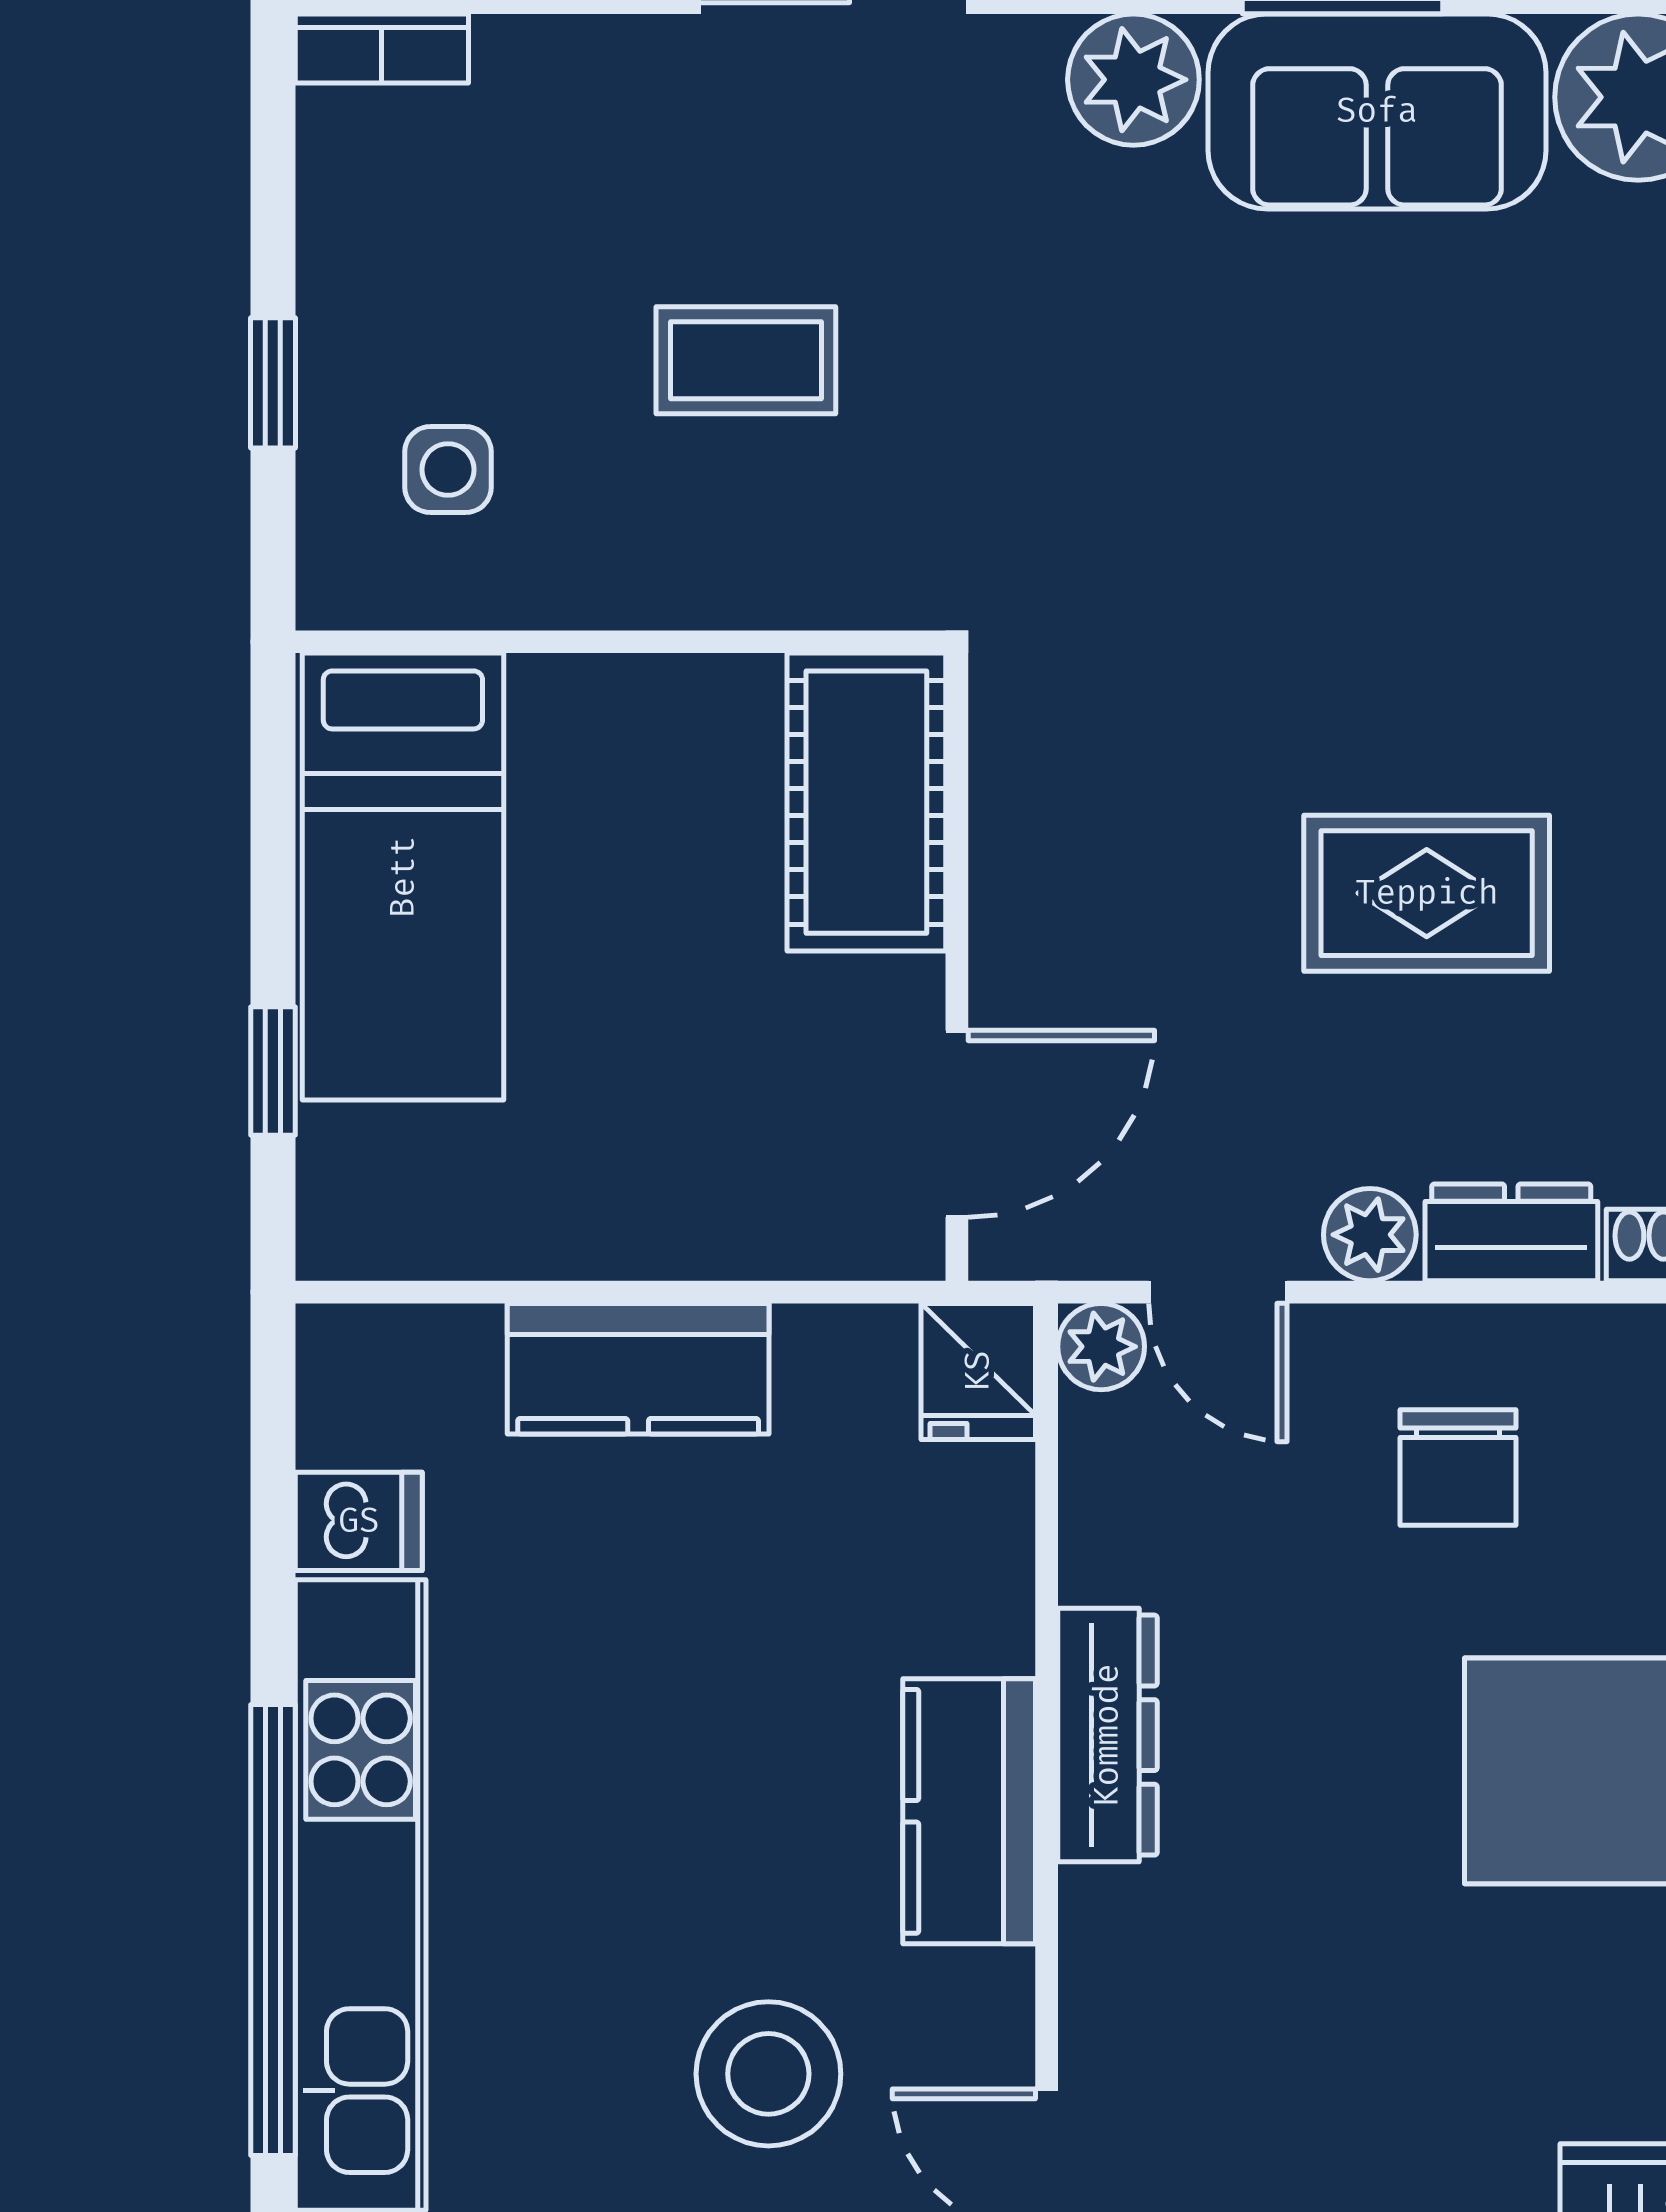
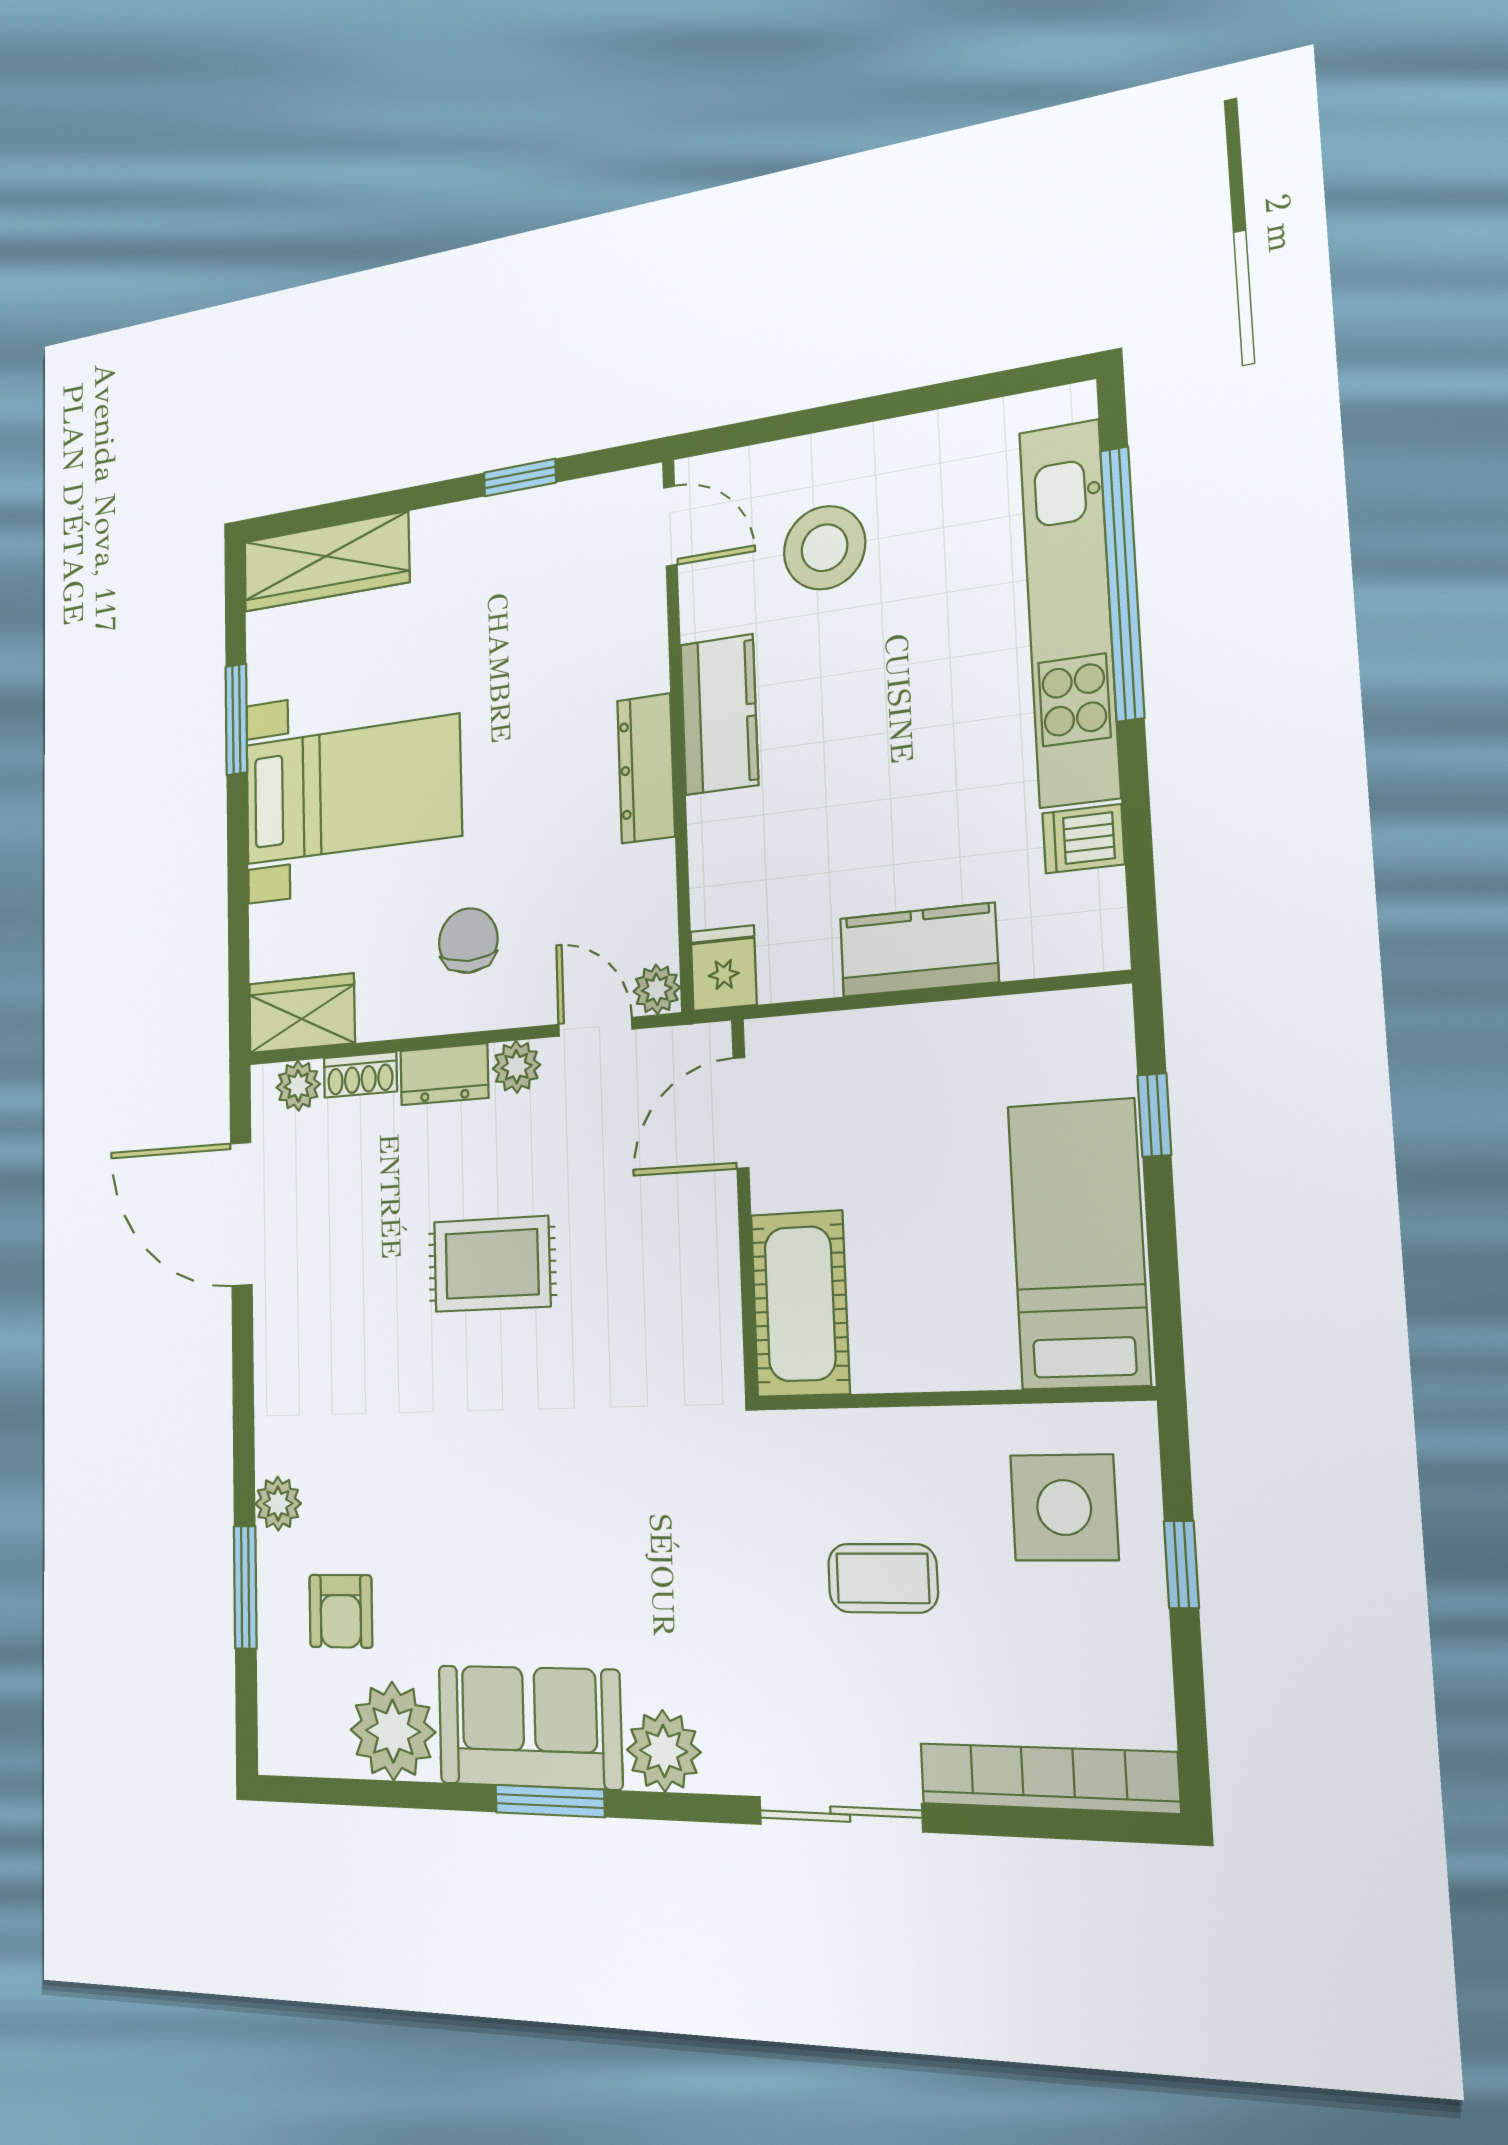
bookcase: (382, 48) -> (1048, 1778), width x2.31, depth x1.31
side table: (448, 470) -> (1064, 1507), width x1.87, depth x1.87

